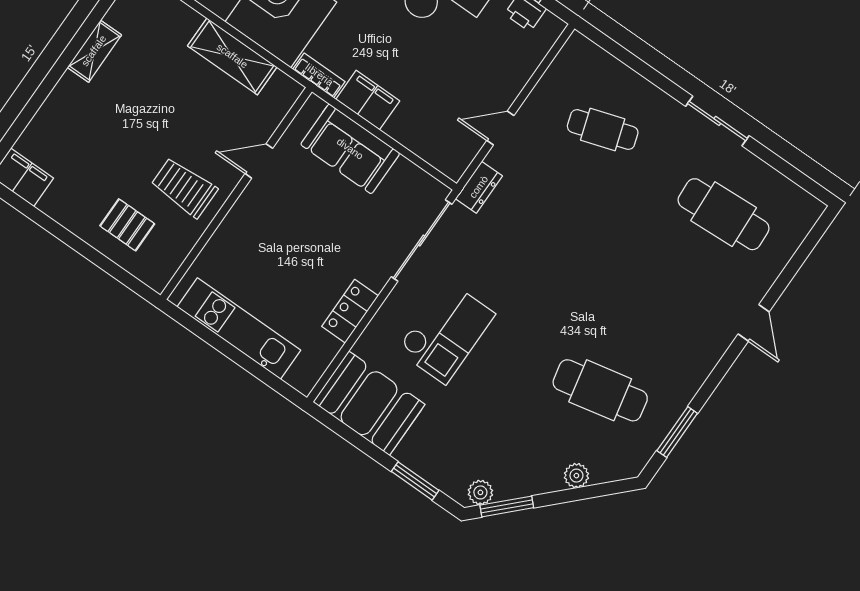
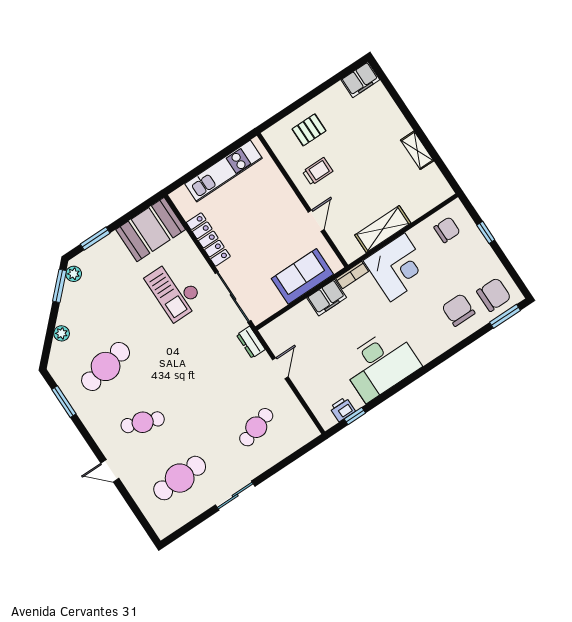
trolley: (184, 188) -> (318, 171), width x0.73, depth x0.72
cafe table: (662, 302) -> (143, 422), added
locker: (350, 311) -> (208, 239), width x1.53

